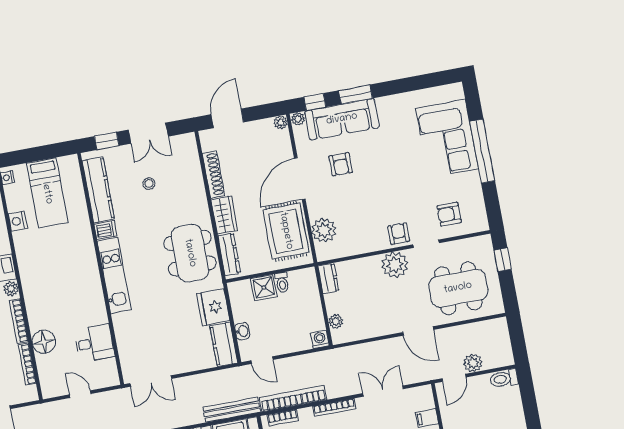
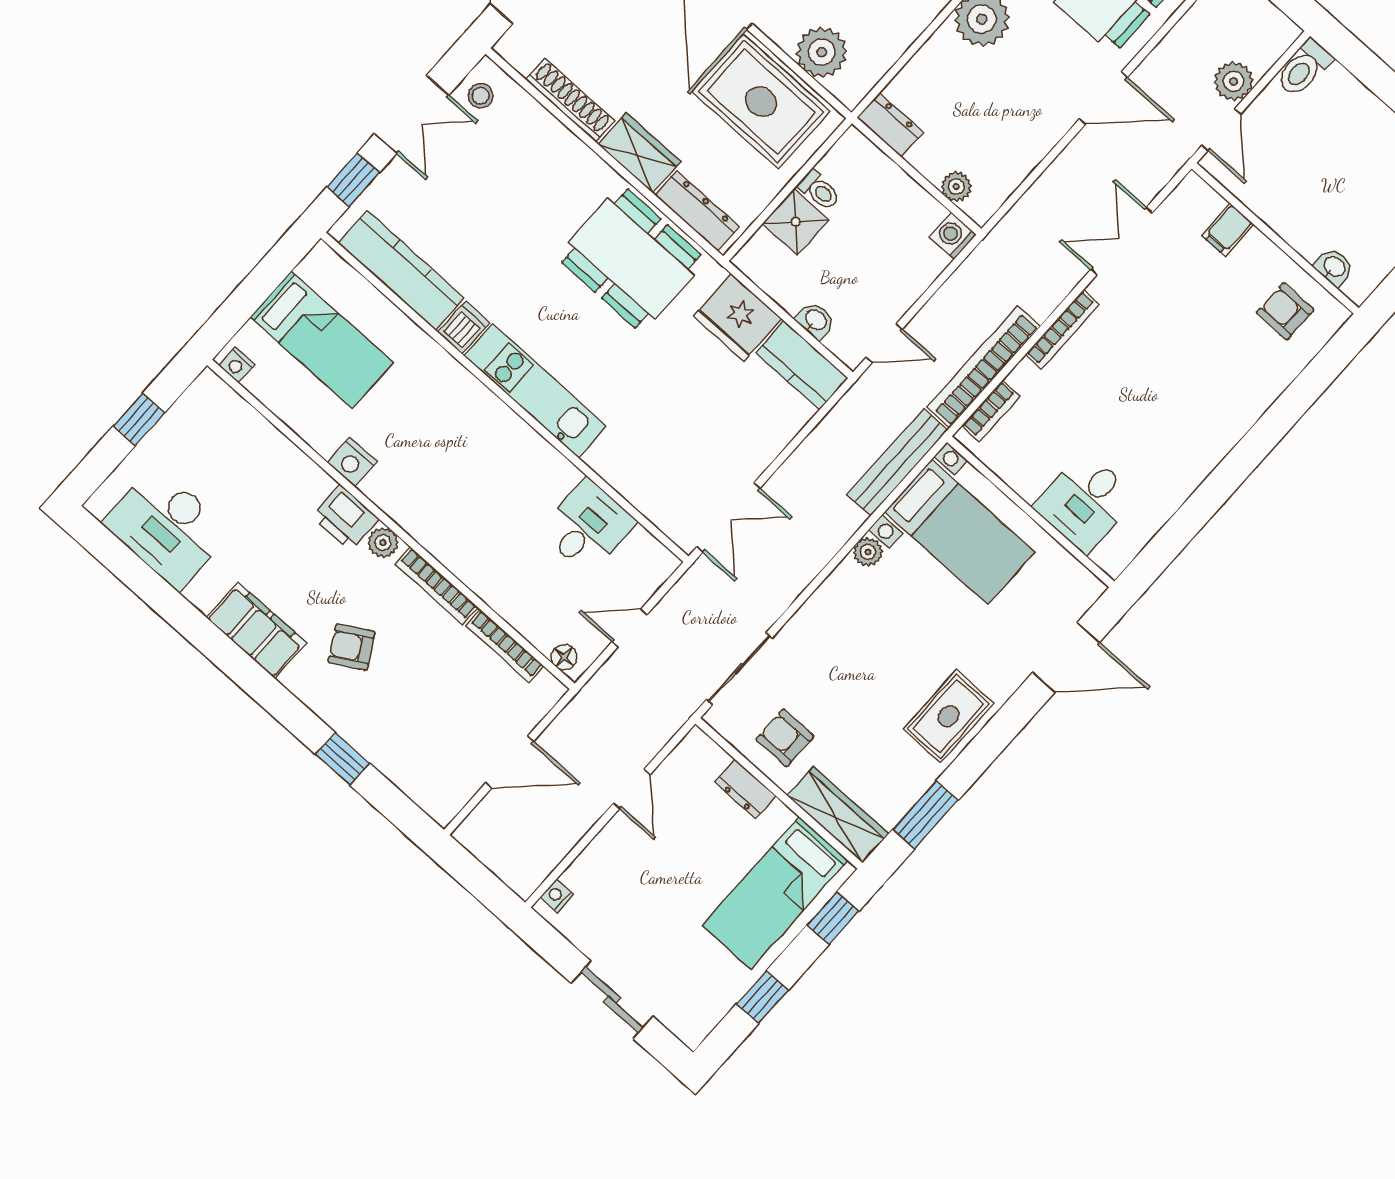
stool: (149, 184) -> (481, 96), moved
nightstand: (18, 221) -> (352, 462), moved
floor lamp: (44, 342) -> (564, 657), moved, width x0.53, depth x0.53

